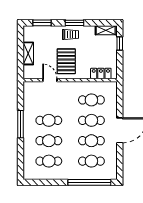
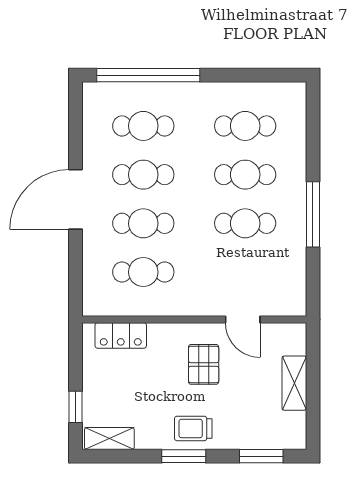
pallet: (66, 61) -> (204, 364), width x0.67, depth x0.71

